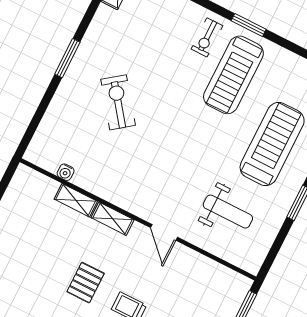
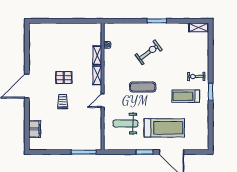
treadmill: (233, 75) -> (186, 96), width x0.73, depth x0.73
exercise mat: (176, 146) -> (143, 87), added
weight bench: (228, 212) -> (125, 124), turned 90

